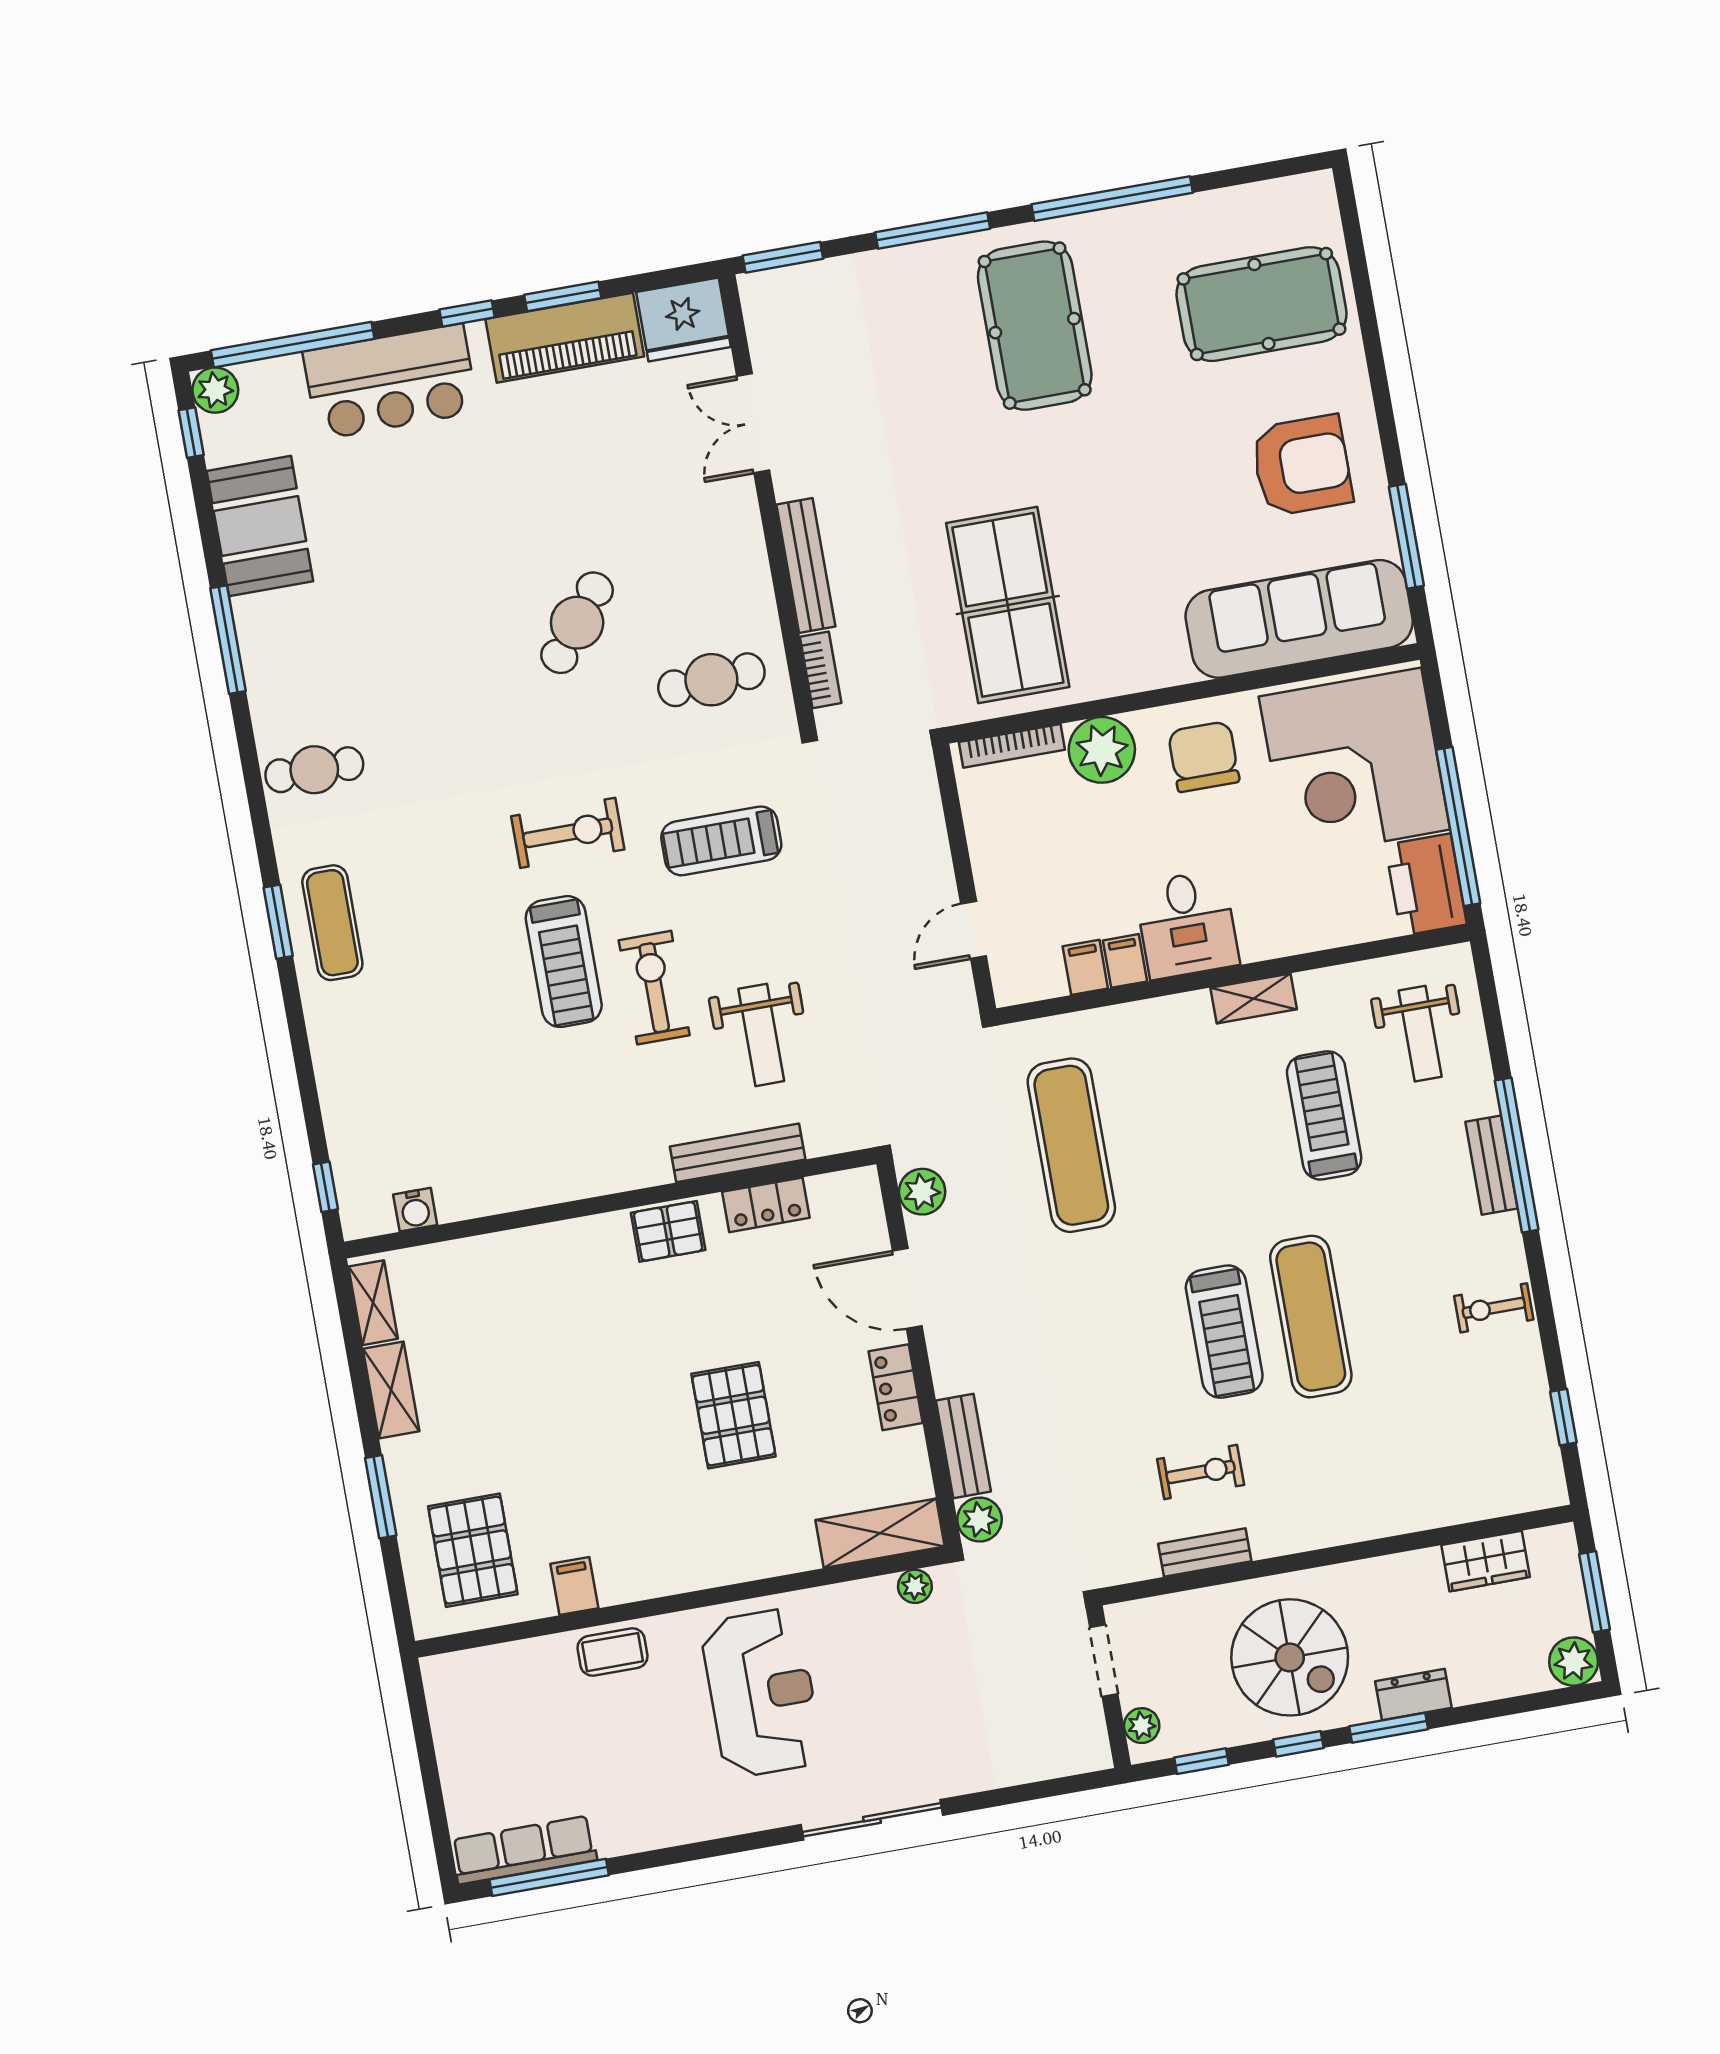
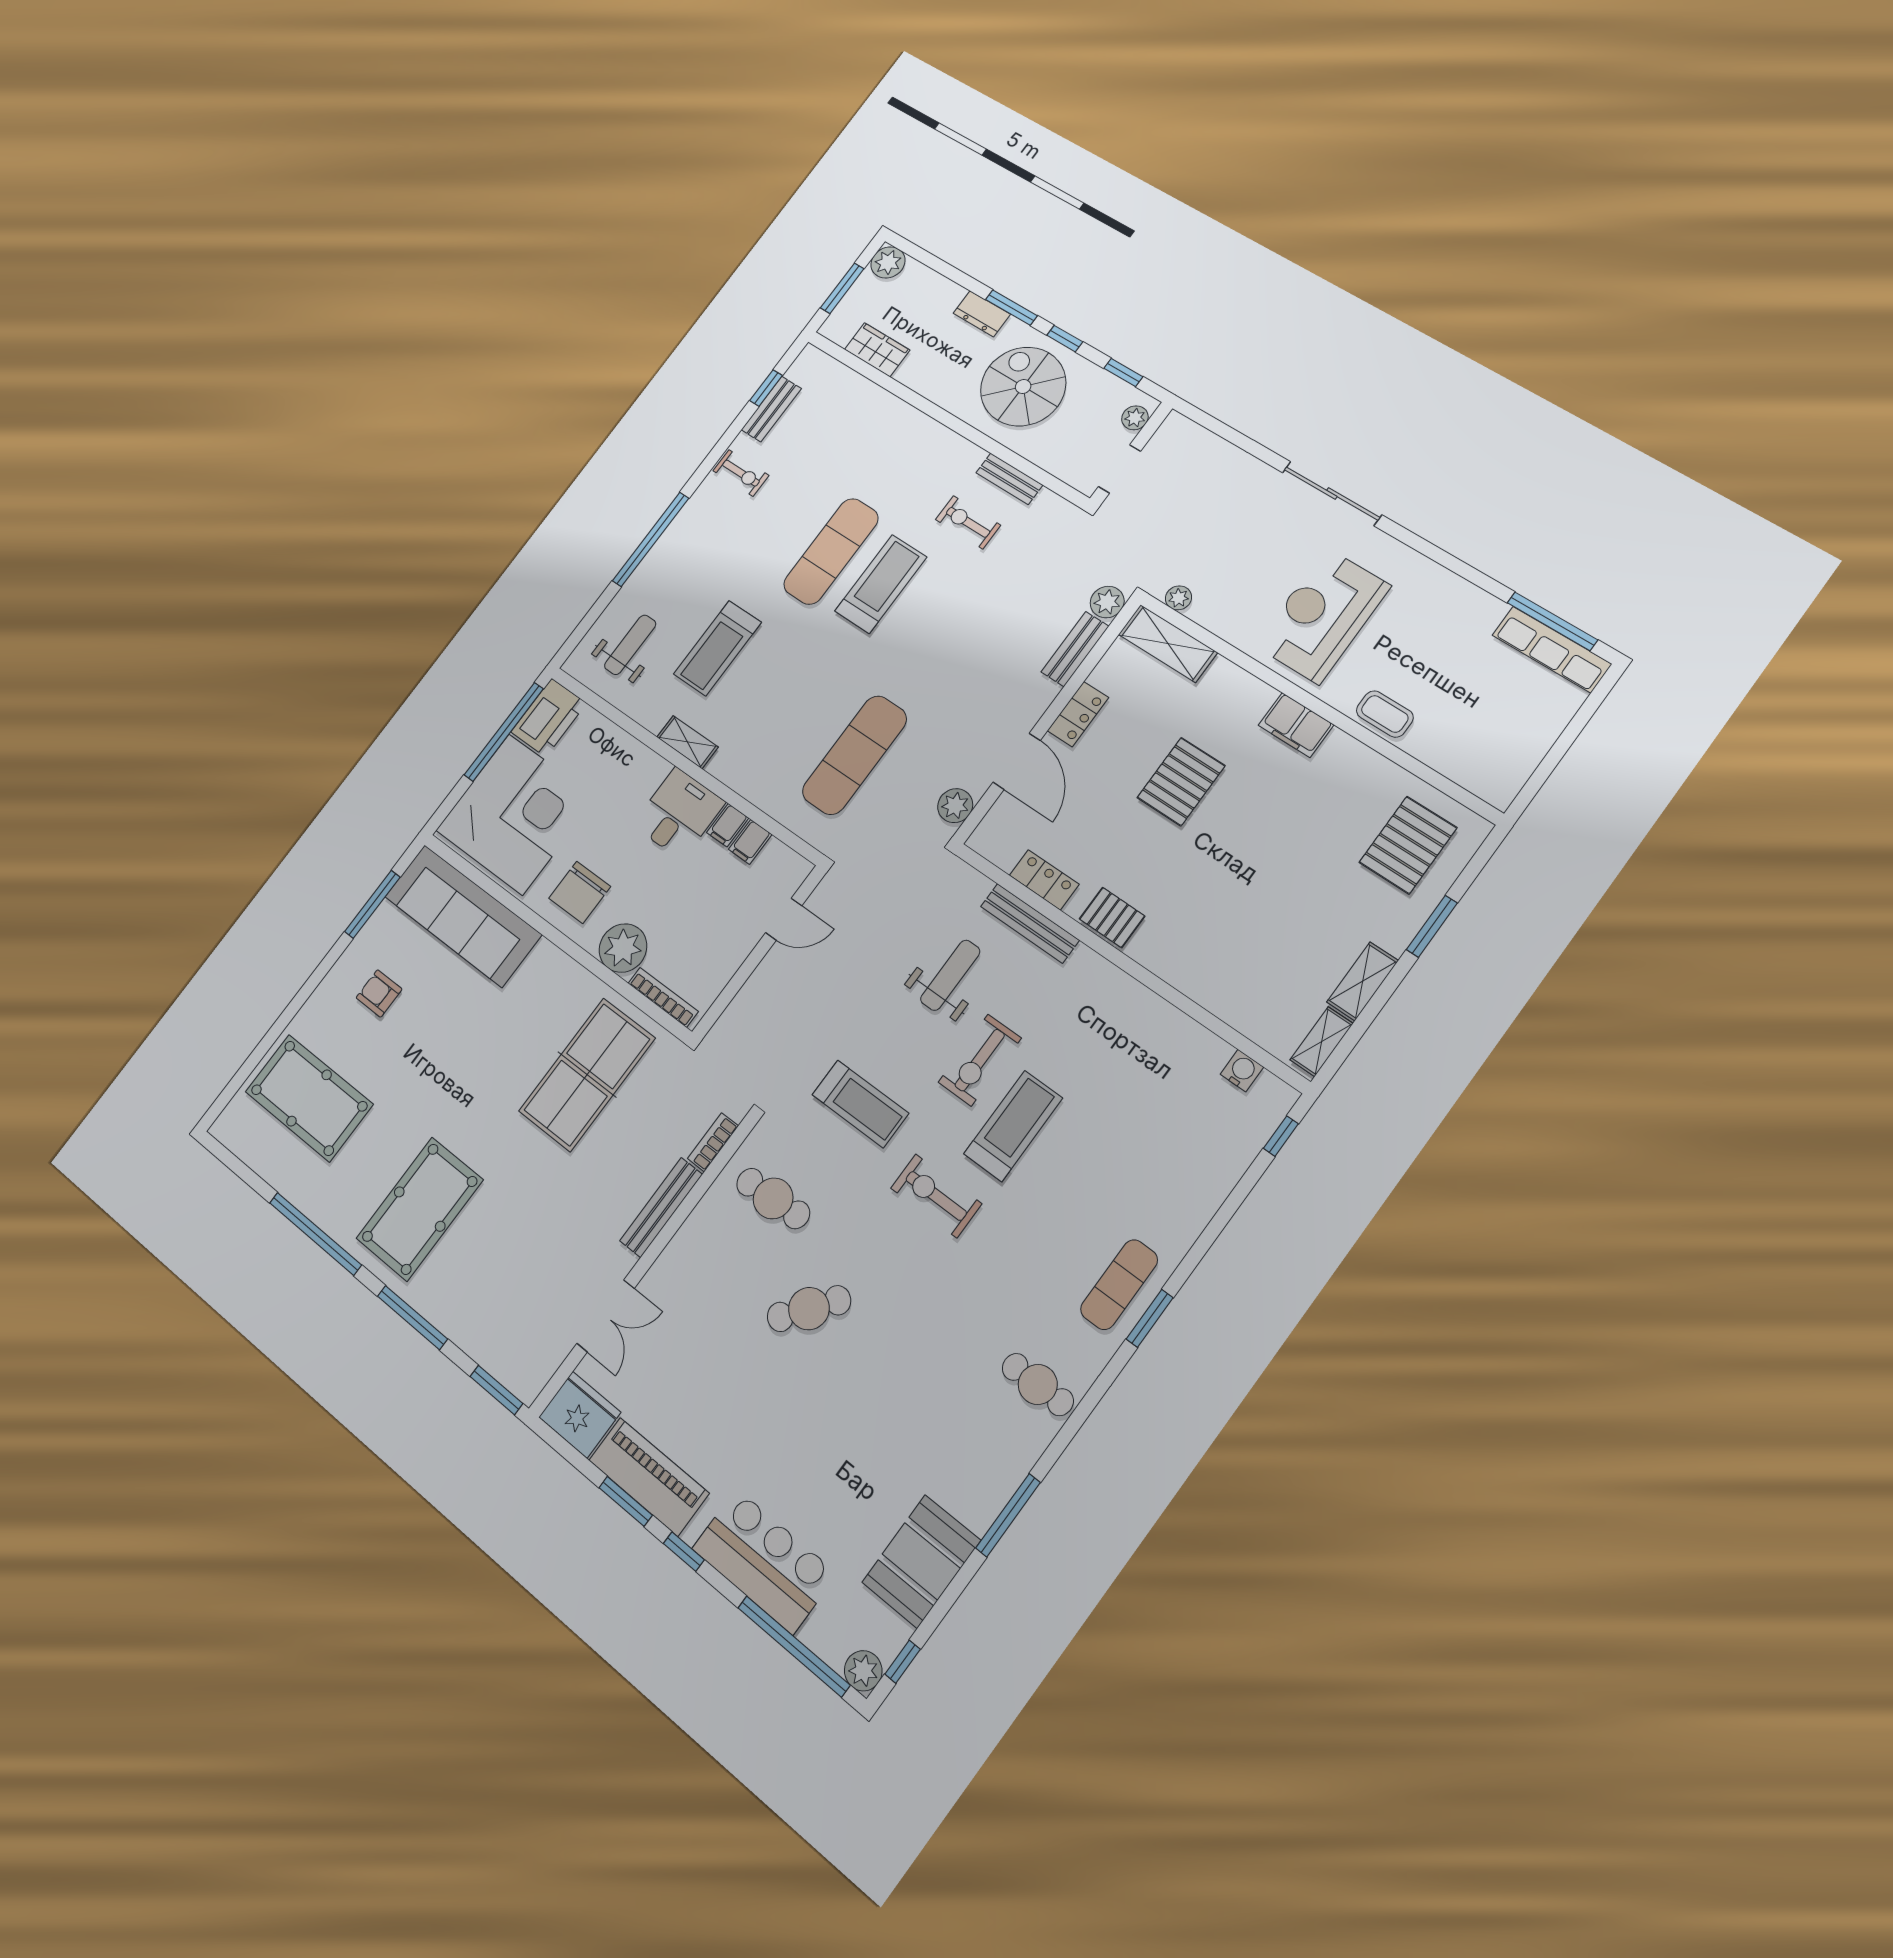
armchair: (1302, 465) -> (379, 993), width x0.53, depth x0.53
bench: (1491, 1165) -> (771, 409), moved
filing cabinet: (574, 1586) -> (1296, 725), moved, width x2.00

